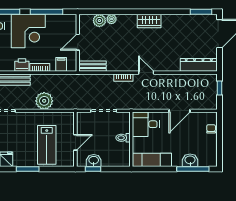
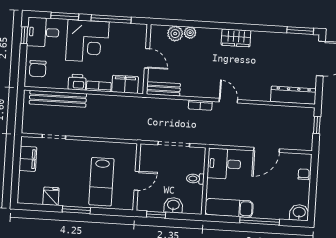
door: (78, 42) -> (147, 58), swing flipped
filing cabinet: (61, 64) -> (125, 84), width x2.00
plant: (44, 101) -> (102, 128), removed
washbasin: (94, 160) -> (173, 205), moved
washbasin: (190, 160) -> (299, 213), moved
window: (193, 169) -> (260, 221), moved

